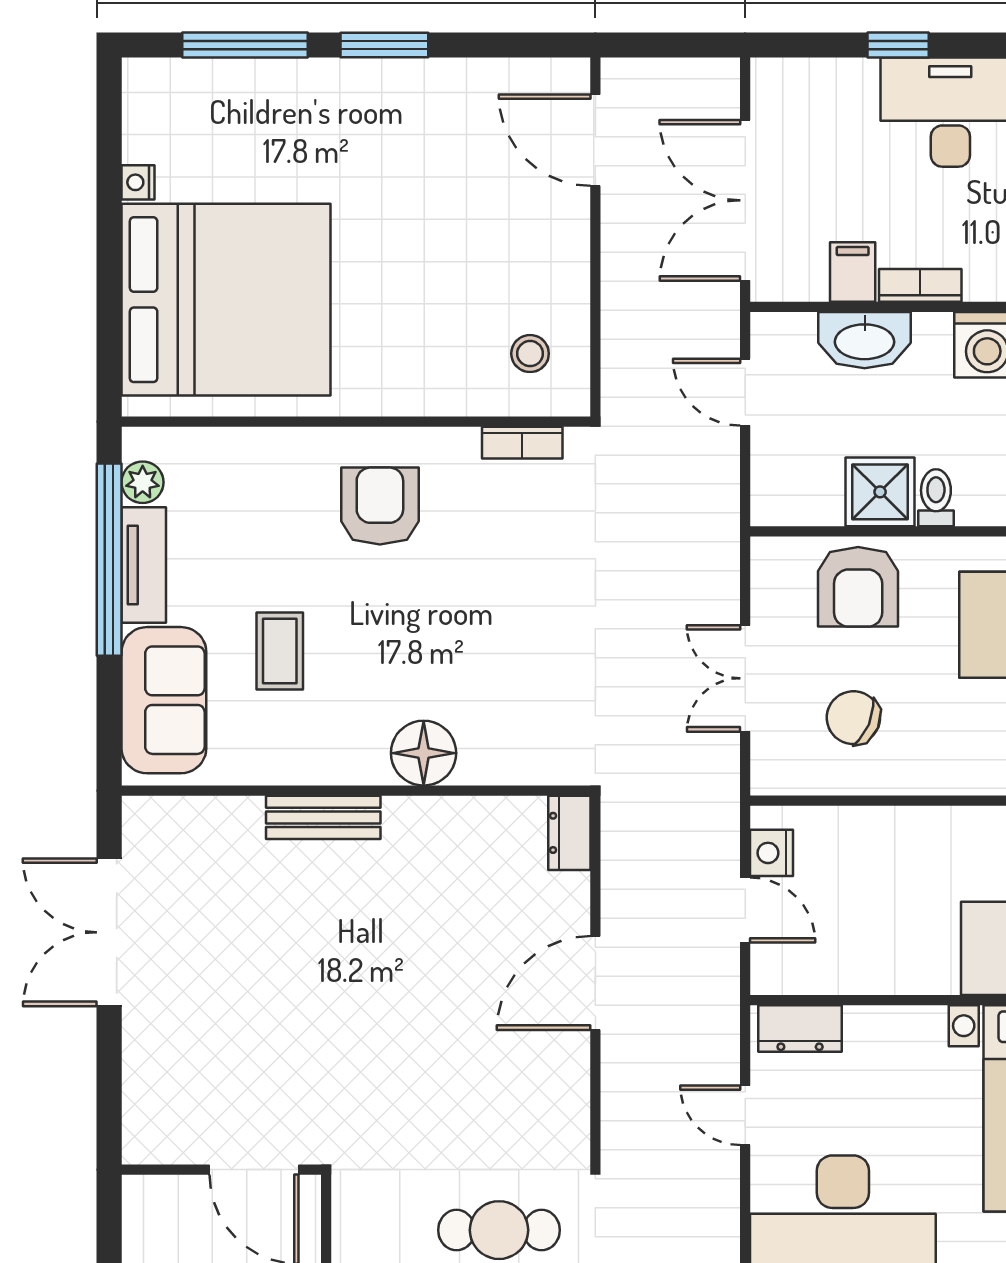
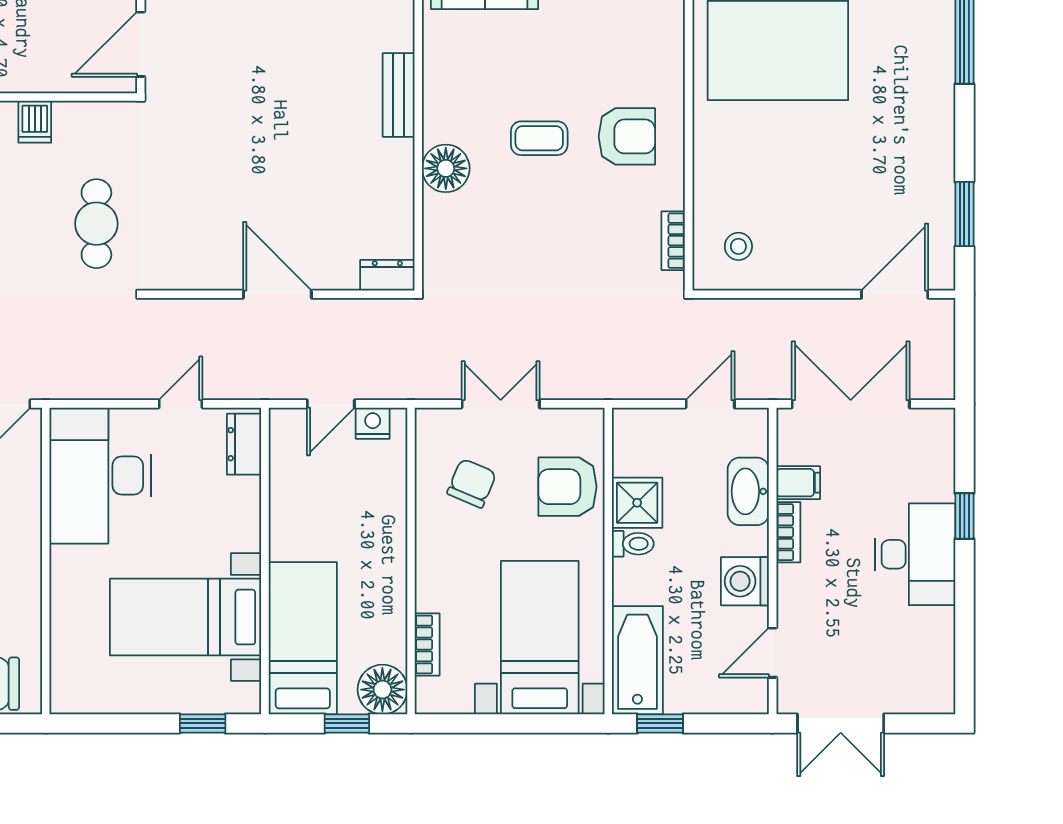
window: (384, 45) -> (964, 214), moved
coffee table: (280, 651) -> (539, 138), moved

